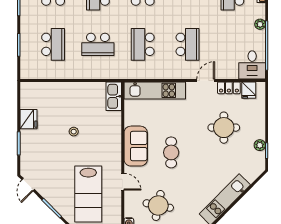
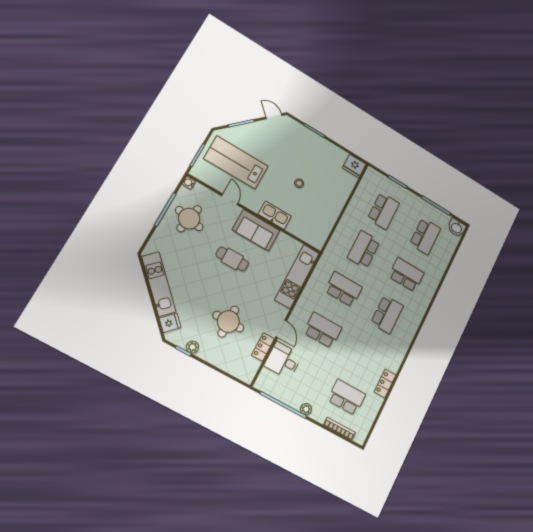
school desk: (53, 44) -> (383, 211), turned -90
school desk: (188, 44) -> (323, 330), turned 180
desk: (252, 65) -> (283, 360), moved
fridge: (249, 90) -> (170, 323), moved, turned 135
kitchen sink: (114, 96) -> (275, 215), moved
fridge: (29, 119) -> (354, 166), moved
door: (123, 182) -> (230, 199), swing flipped

